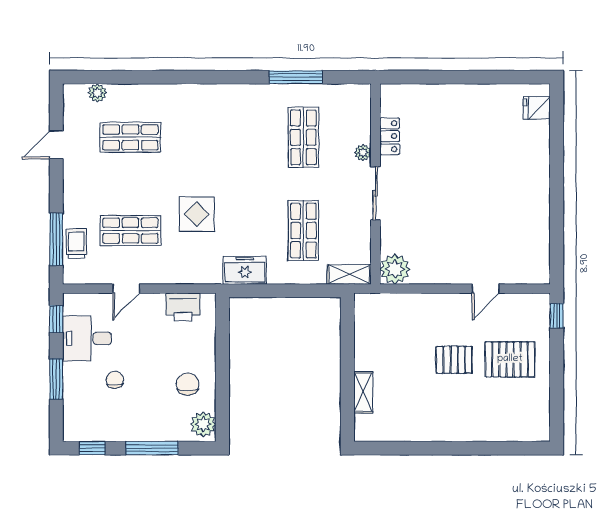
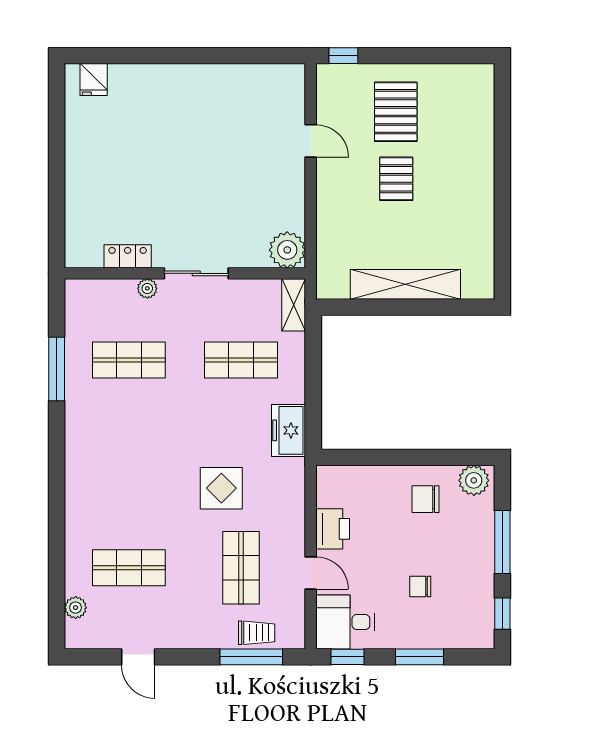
shop shelf: (130, 137) -> (129, 568), turned 90
trolley: (76, 244) -> (257, 633), turned 180
printer: (183, 307) -> (333, 529), moved
desk: (87, 338) -> (345, 622), moved, turned 90
shelving: (363, 392) -> (405, 284), width x2.20, depth x1.33

